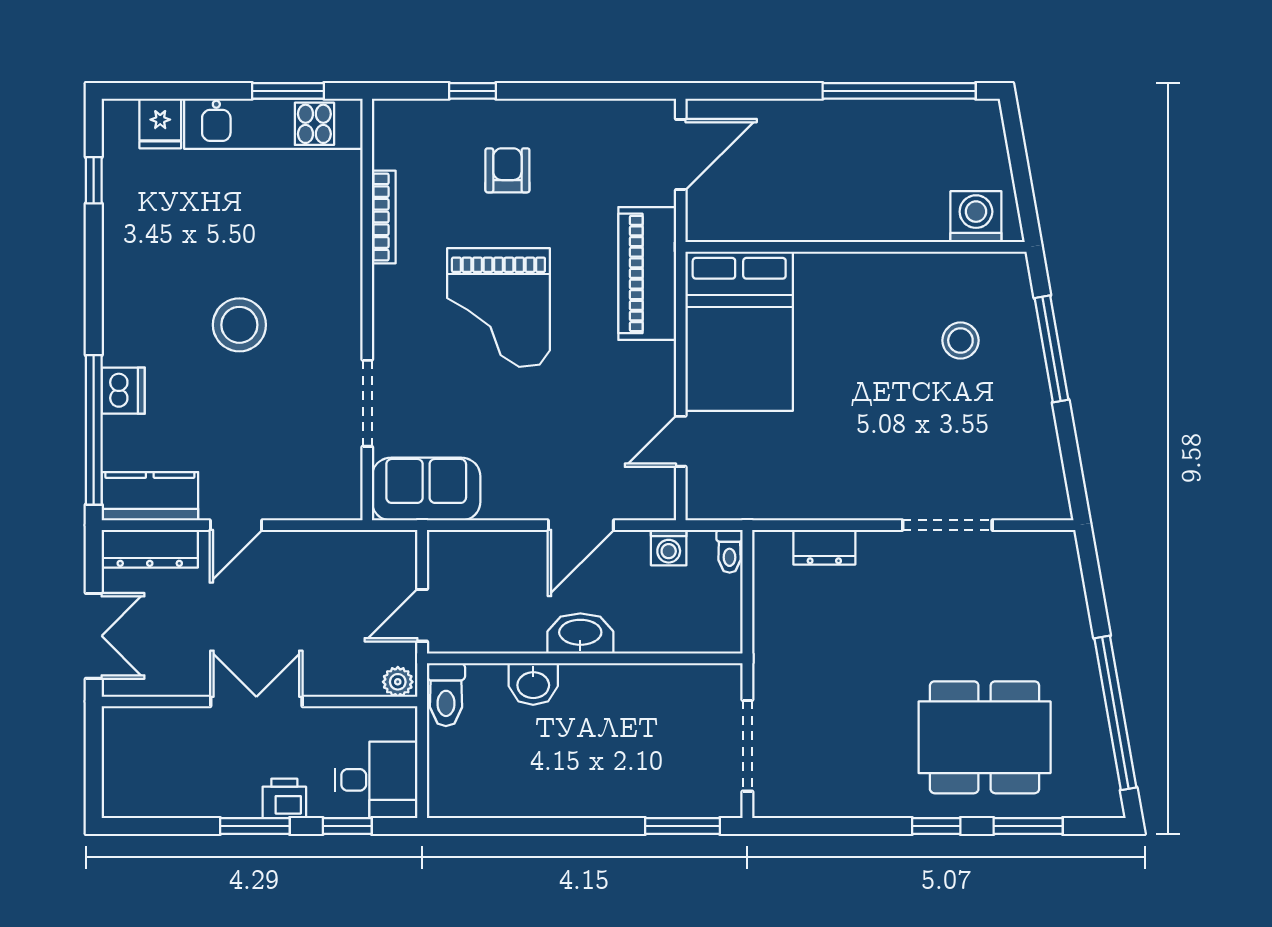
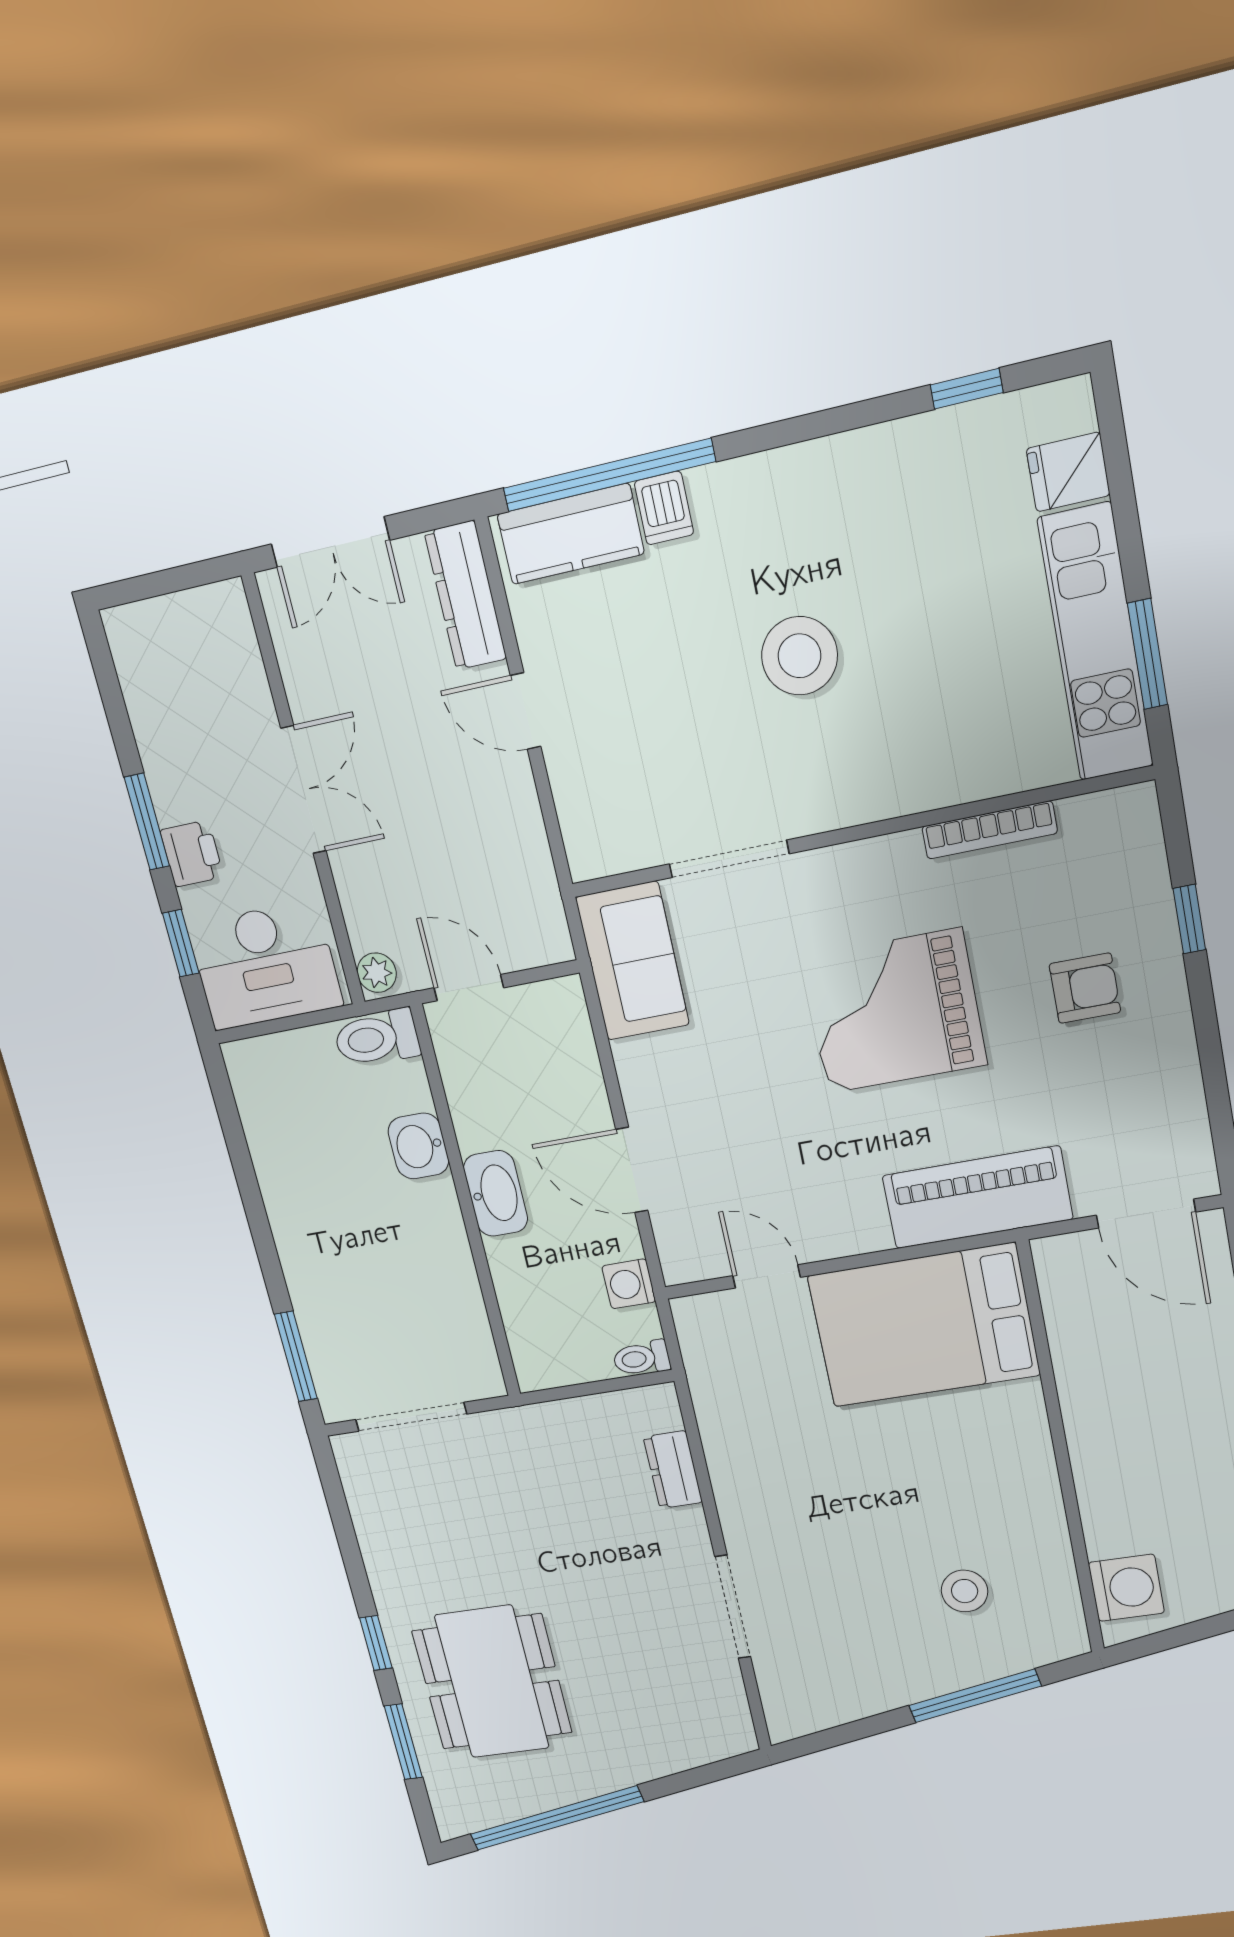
dishwasher: (123, 391) -> (664, 508), width x0.73
kitchen counter: (150, 496) -> (571, 534), moved, turned 90
desk: (376, 780) -> (265, 965), width x1.37

